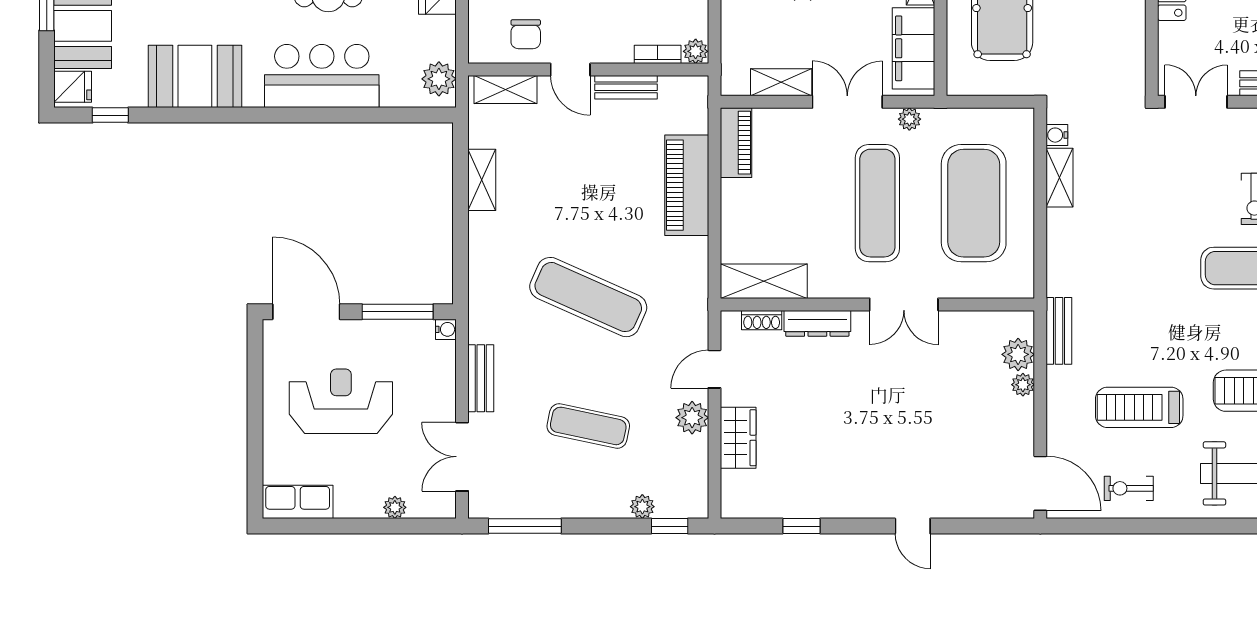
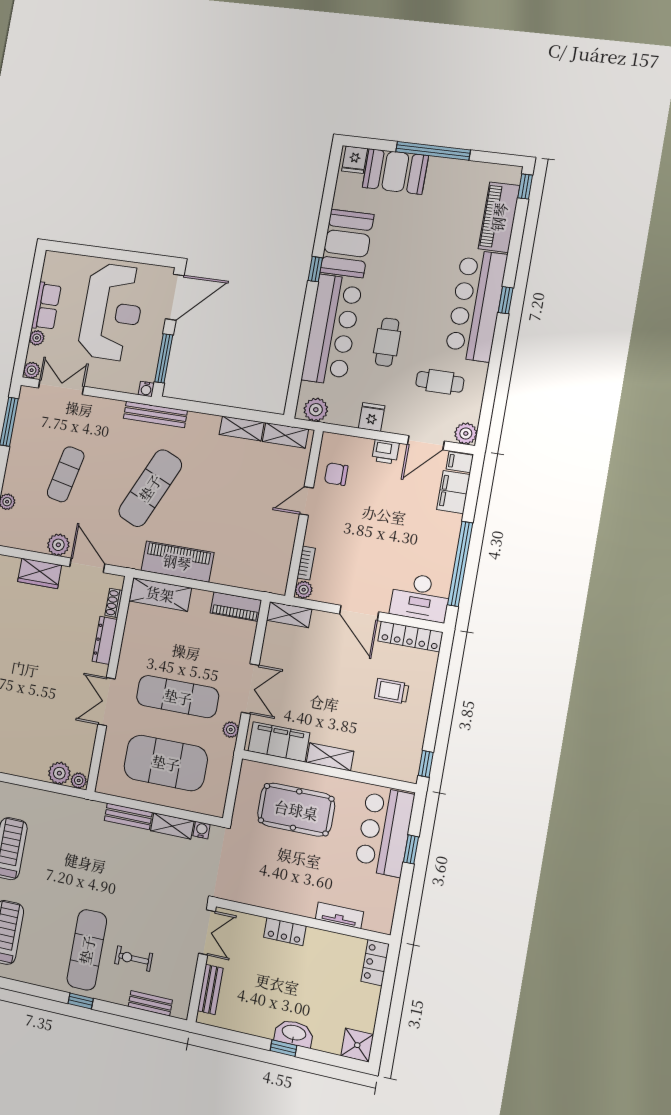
bar counter: (322, 76) -> (332, 330), width x1.36
shelving: (781, 82) -> (289, 615), moved, turned 90
bench: (626, 87) -> (287, 537), removed
shelving: (505, 89) -> (285, 435), moved, turned 90
window: (110, 115) -> (315, 269), moved
piano: (687, 185) -> (177, 562), moved
shelving: (764, 281) -> (160, 594), moved, turned 90
bench: (1059, 331) -> (128, 816), moved
door: (714, 369) -> (87, 565), width x1.38
bench: (481, 378) -> (155, 414), moved, width x1.36
plant: (1023, 385) -> (79, 780), moved
reception desk: (341, 401) -> (112, 312), width x1.36, depth x1.30
row of seats: (298, 502) -> (46, 306), moved
plant: (444, 506) -> (32, 370), added

